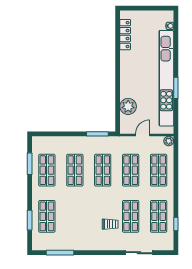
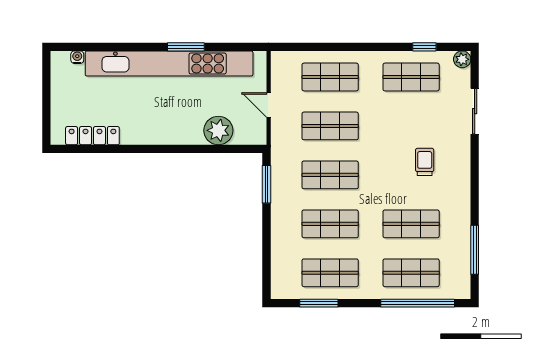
plant: (169, 141) -> (462, 59), moved
shop shelf: (131, 216) -> (411, 224), moved
window: (30, 220) -> (418, 303), width x2.11

